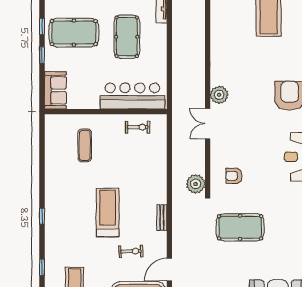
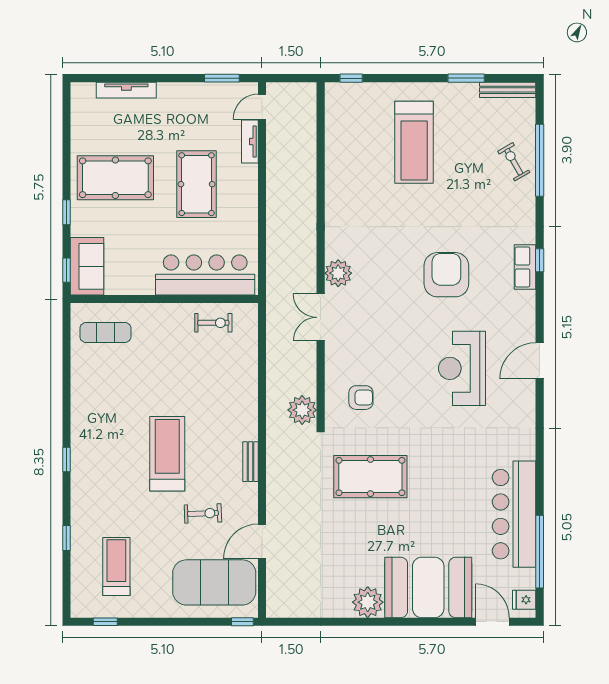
window: (42, 26) -> (66, 270), moved
exercise mat: (85, 145) -> (105, 332), moved, turned 90
armchair: (234, 176) -> (361, 398), turned 180

